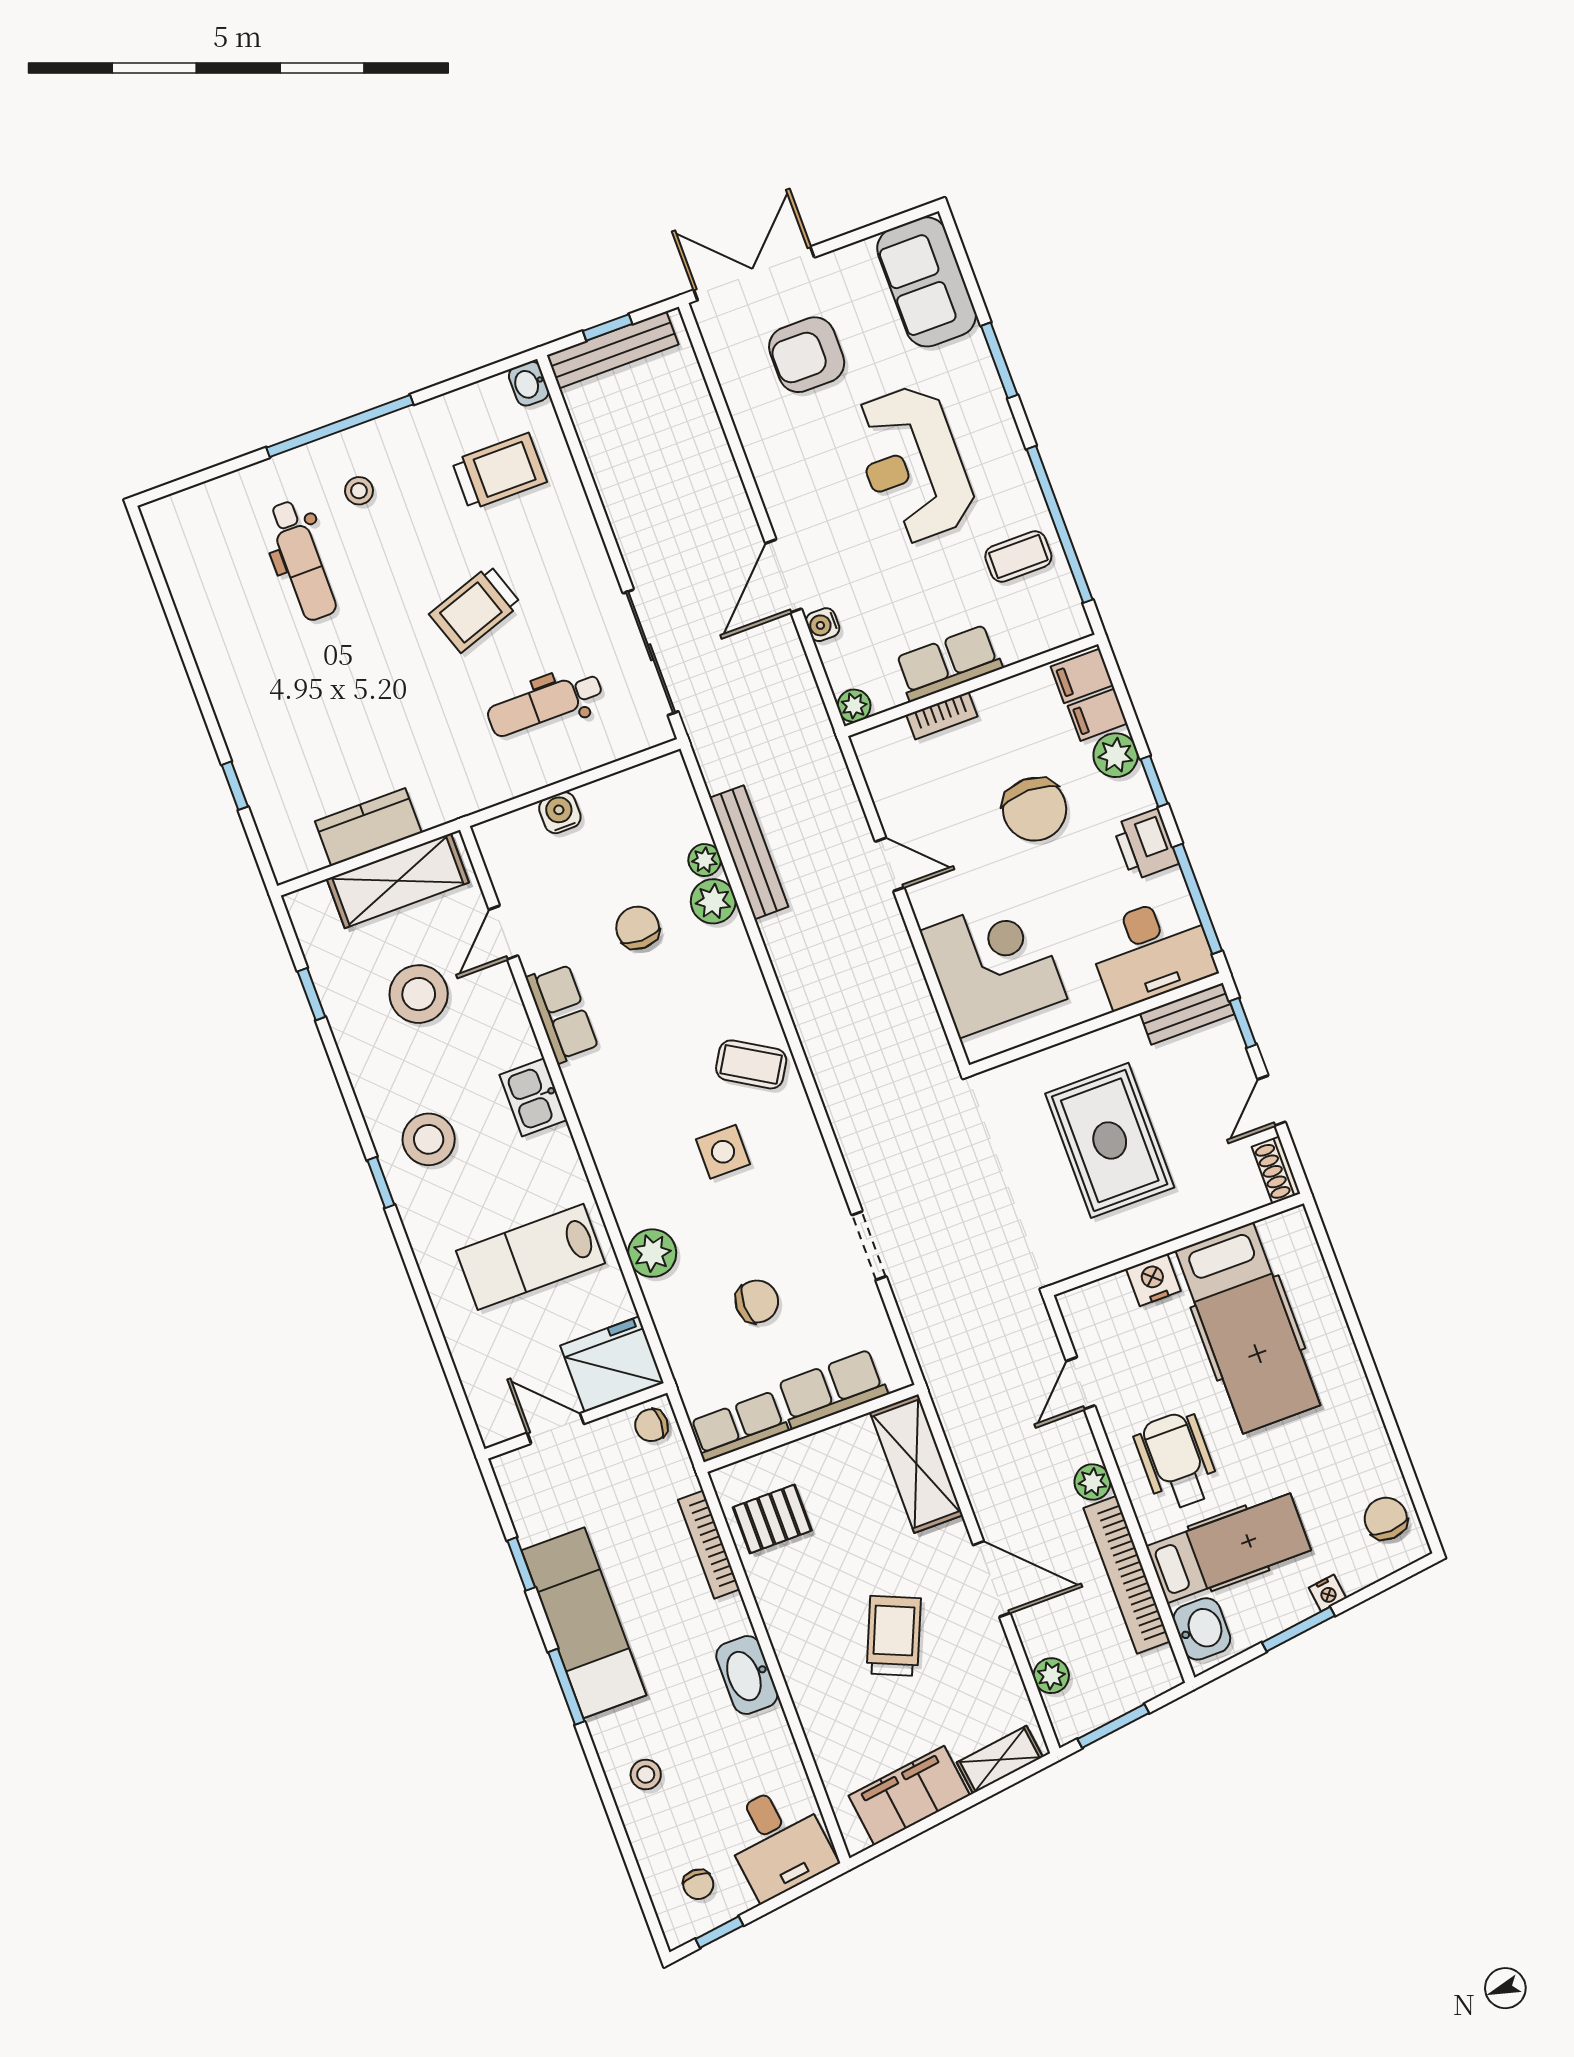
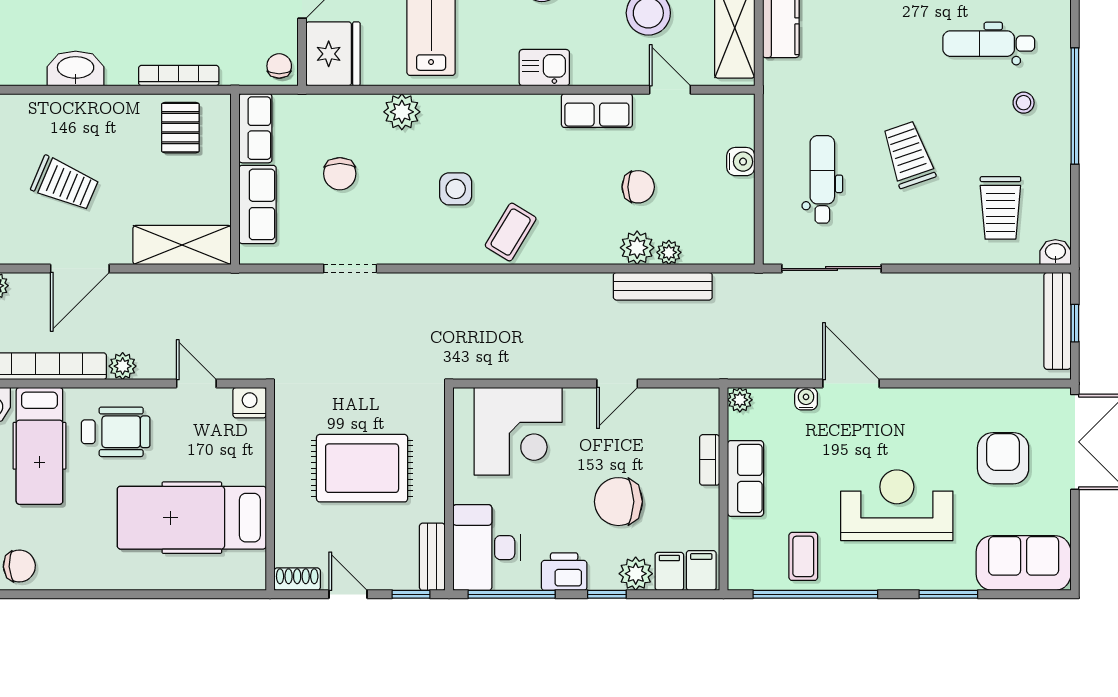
nightstand: (1153, 1280) -> (250, 403), moved, turned -90

